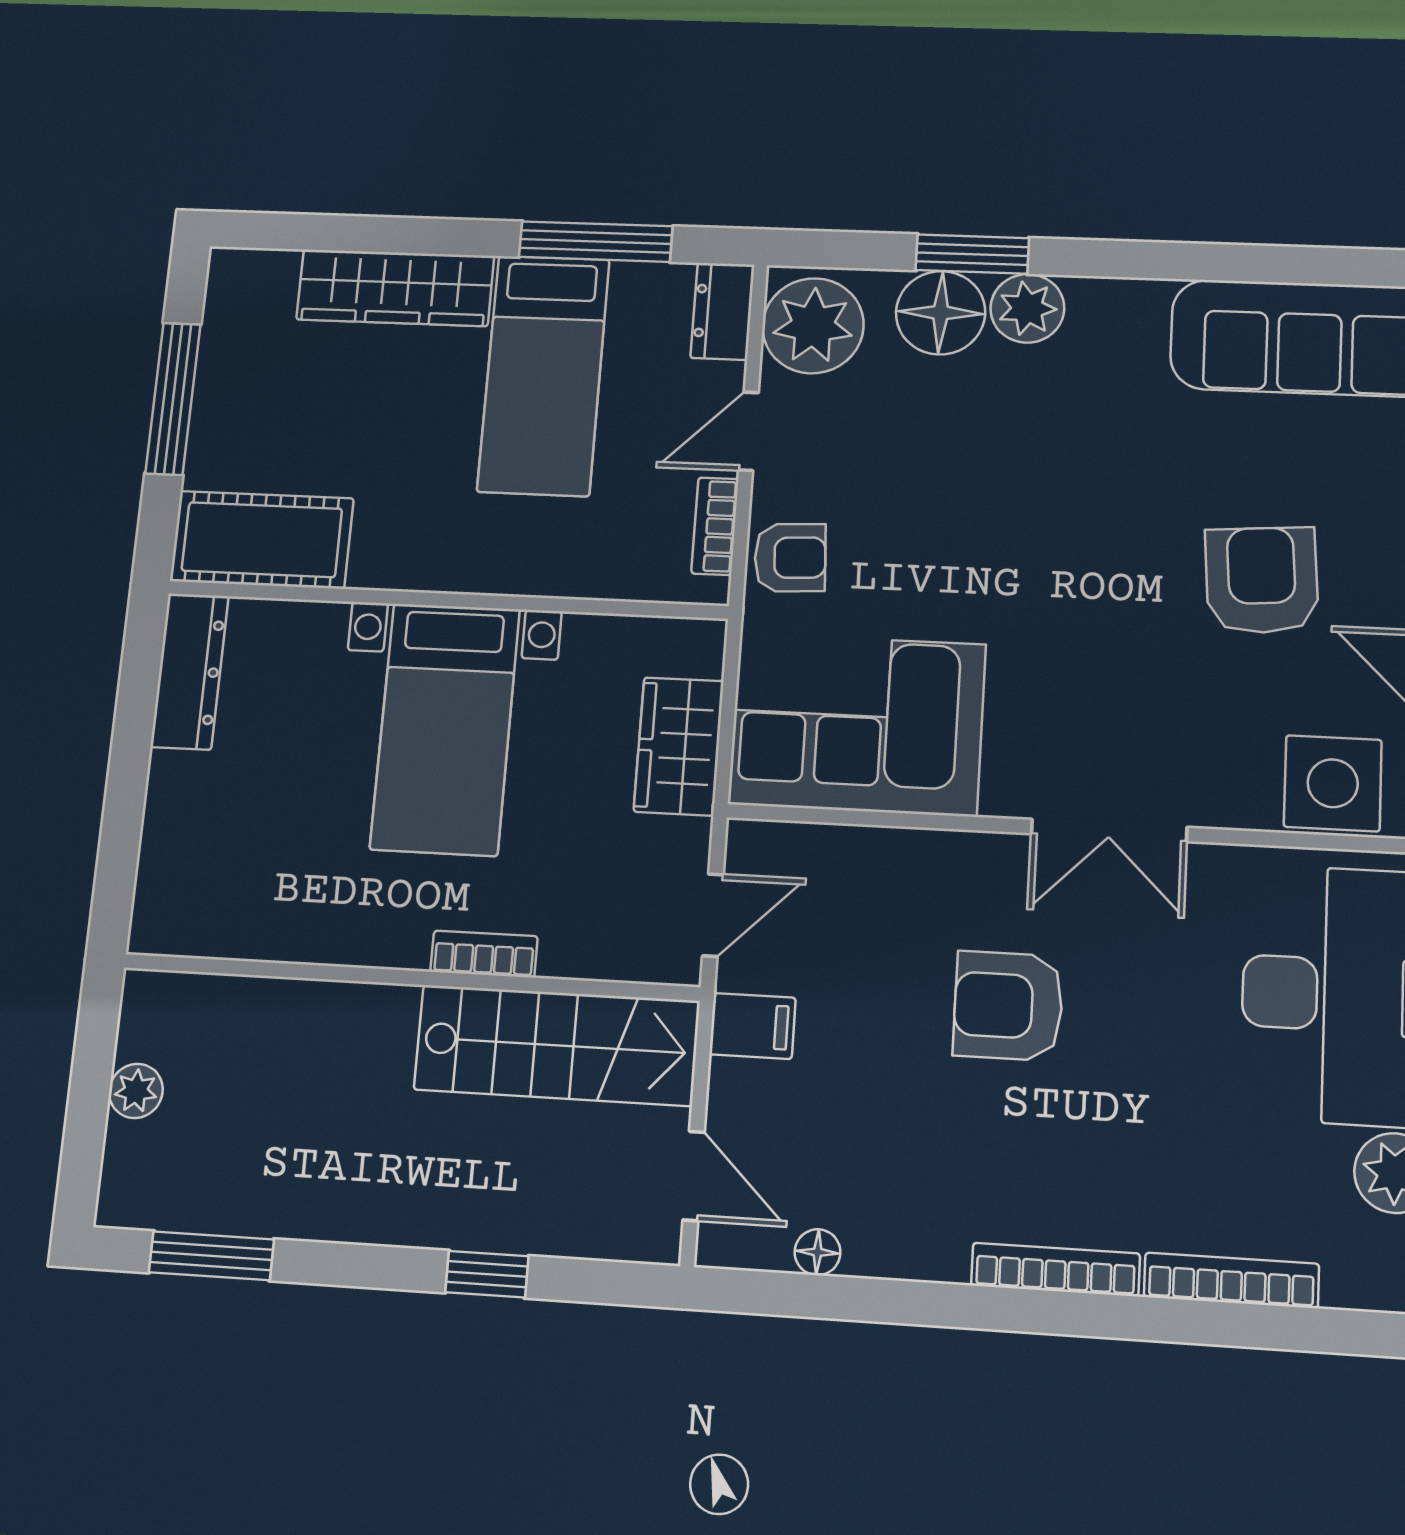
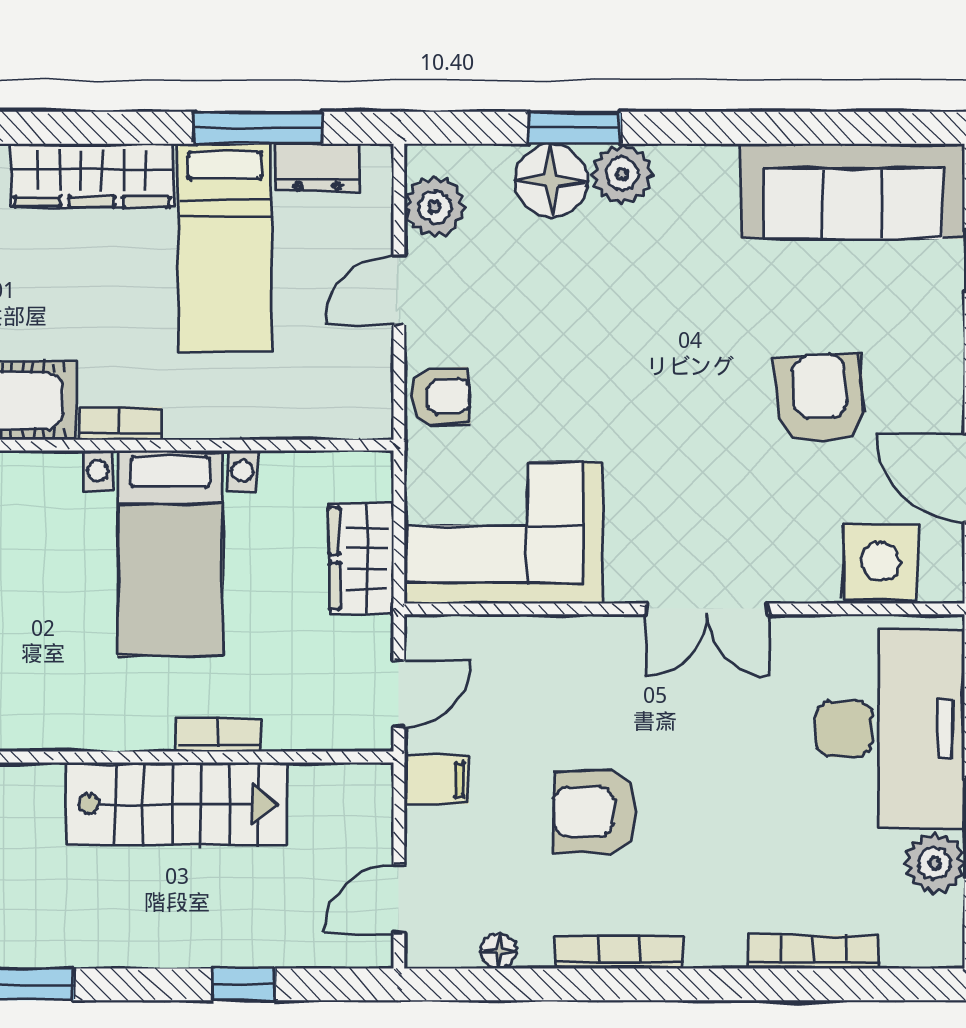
dresser: (722, 311) -> (318, 167), moved, turned -90
plant: (813, 326) -> (435, 207), width x0.73, depth x0.73
bookcase: (715, 526) -> (121, 423), moved, turned 90
armchair: (1008, 1006) -> (595, 812), moved
stairs: (557, 1045) -> (177, 804), moved
door: (694, 1176) -> (399, 899), swing flipped
bookcase: (1055, 1269) -> (619, 952), moved

